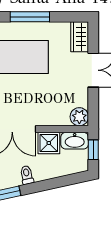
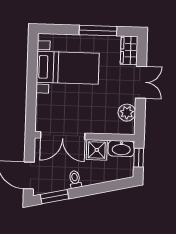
window: (30, 17) -> (98, 31), moved
plant: (79, 117) -> (127, 113), moved

